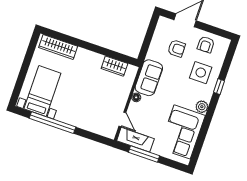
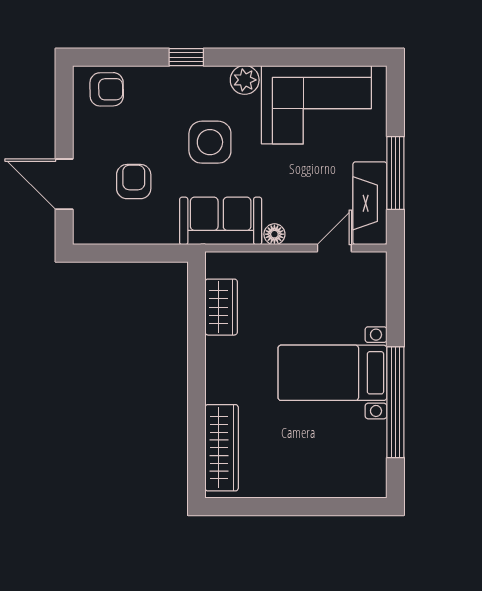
armchair: (206, 44) -> (107, 89), moved
side table: (201, 73) -> (210, 142), moved
bed with nightstands: (42, 91) -> (332, 373), moved

